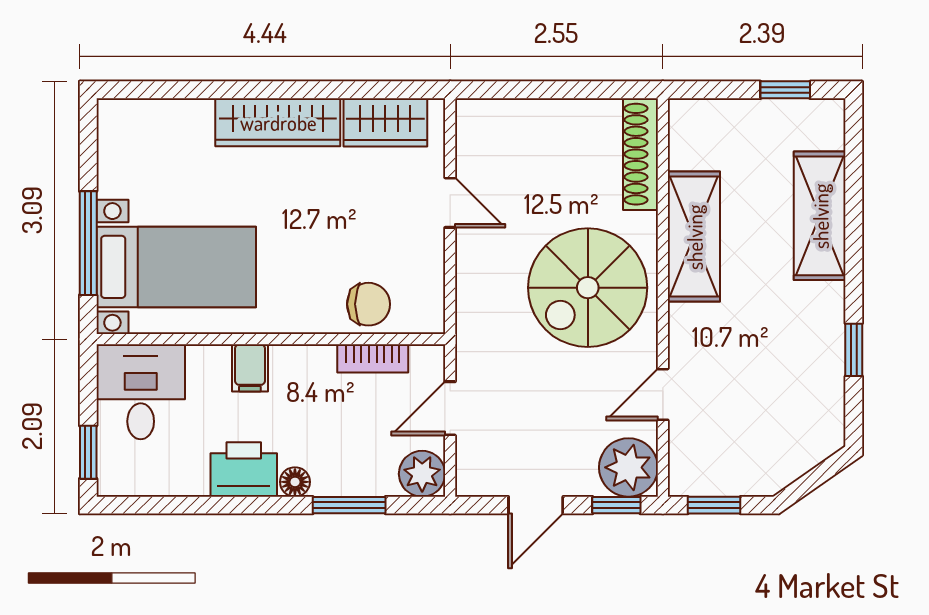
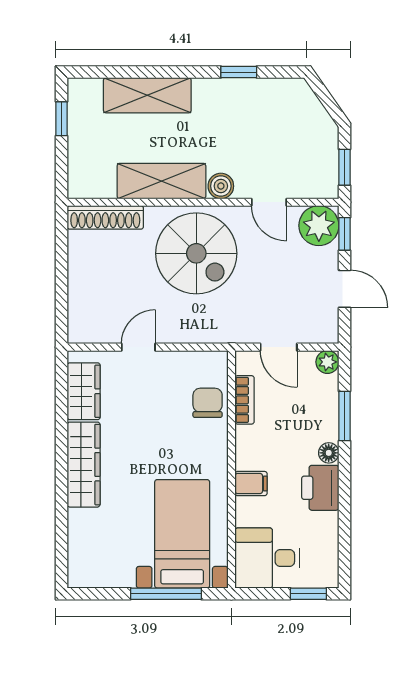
boiler: (687, 324) -> (221, 186), added
plant: (422, 474) -> (327, 362), width x0.73, depth x0.73

